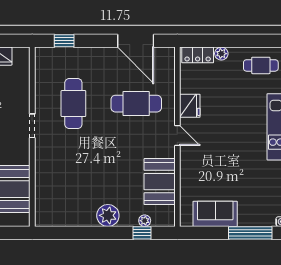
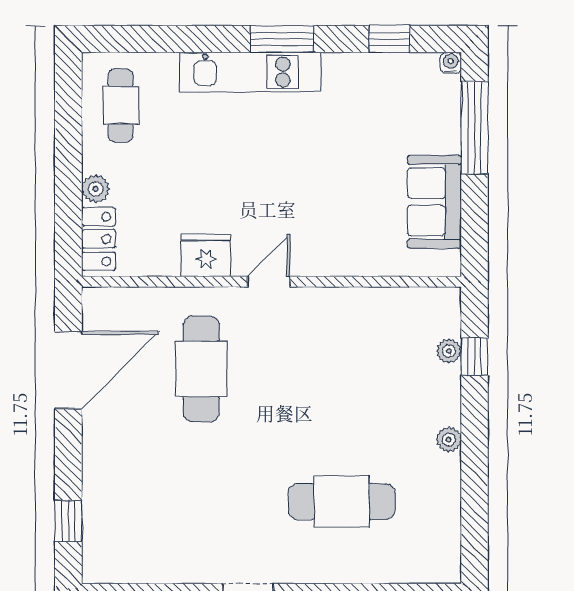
cafe table: (73, 104) -> (342, 502), moved
booth: (160, 182) -> (366, 319), removed
plant: (108, 215) -> (449, 440), width x0.53, depth x0.53

